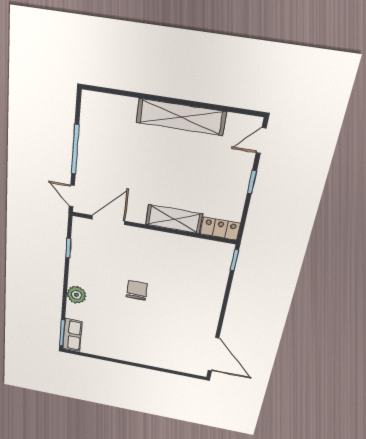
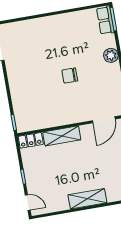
shelving: (181, 117) -> (87, 199), width x0.68
door: (261, 141) -> (28, 203), hinge flipped
chair: (137, 290) -> (70, 76), turned 90

